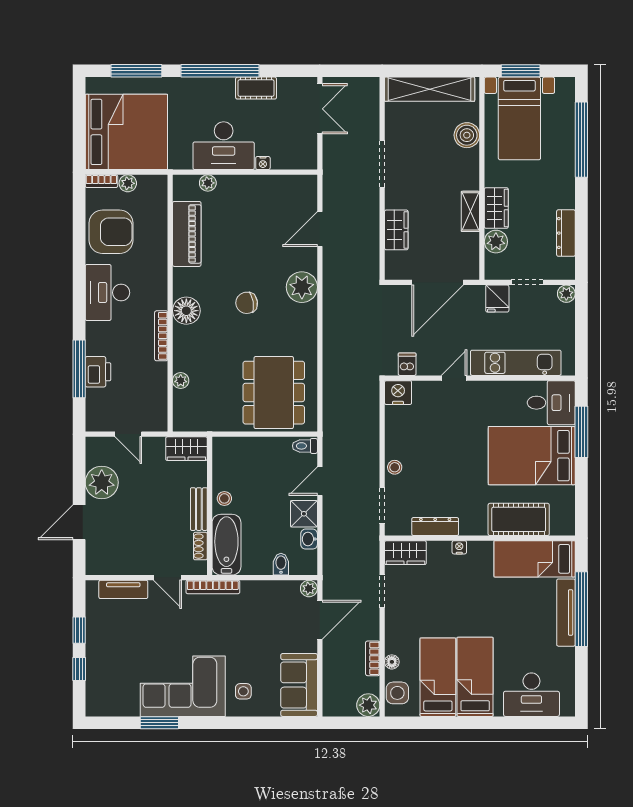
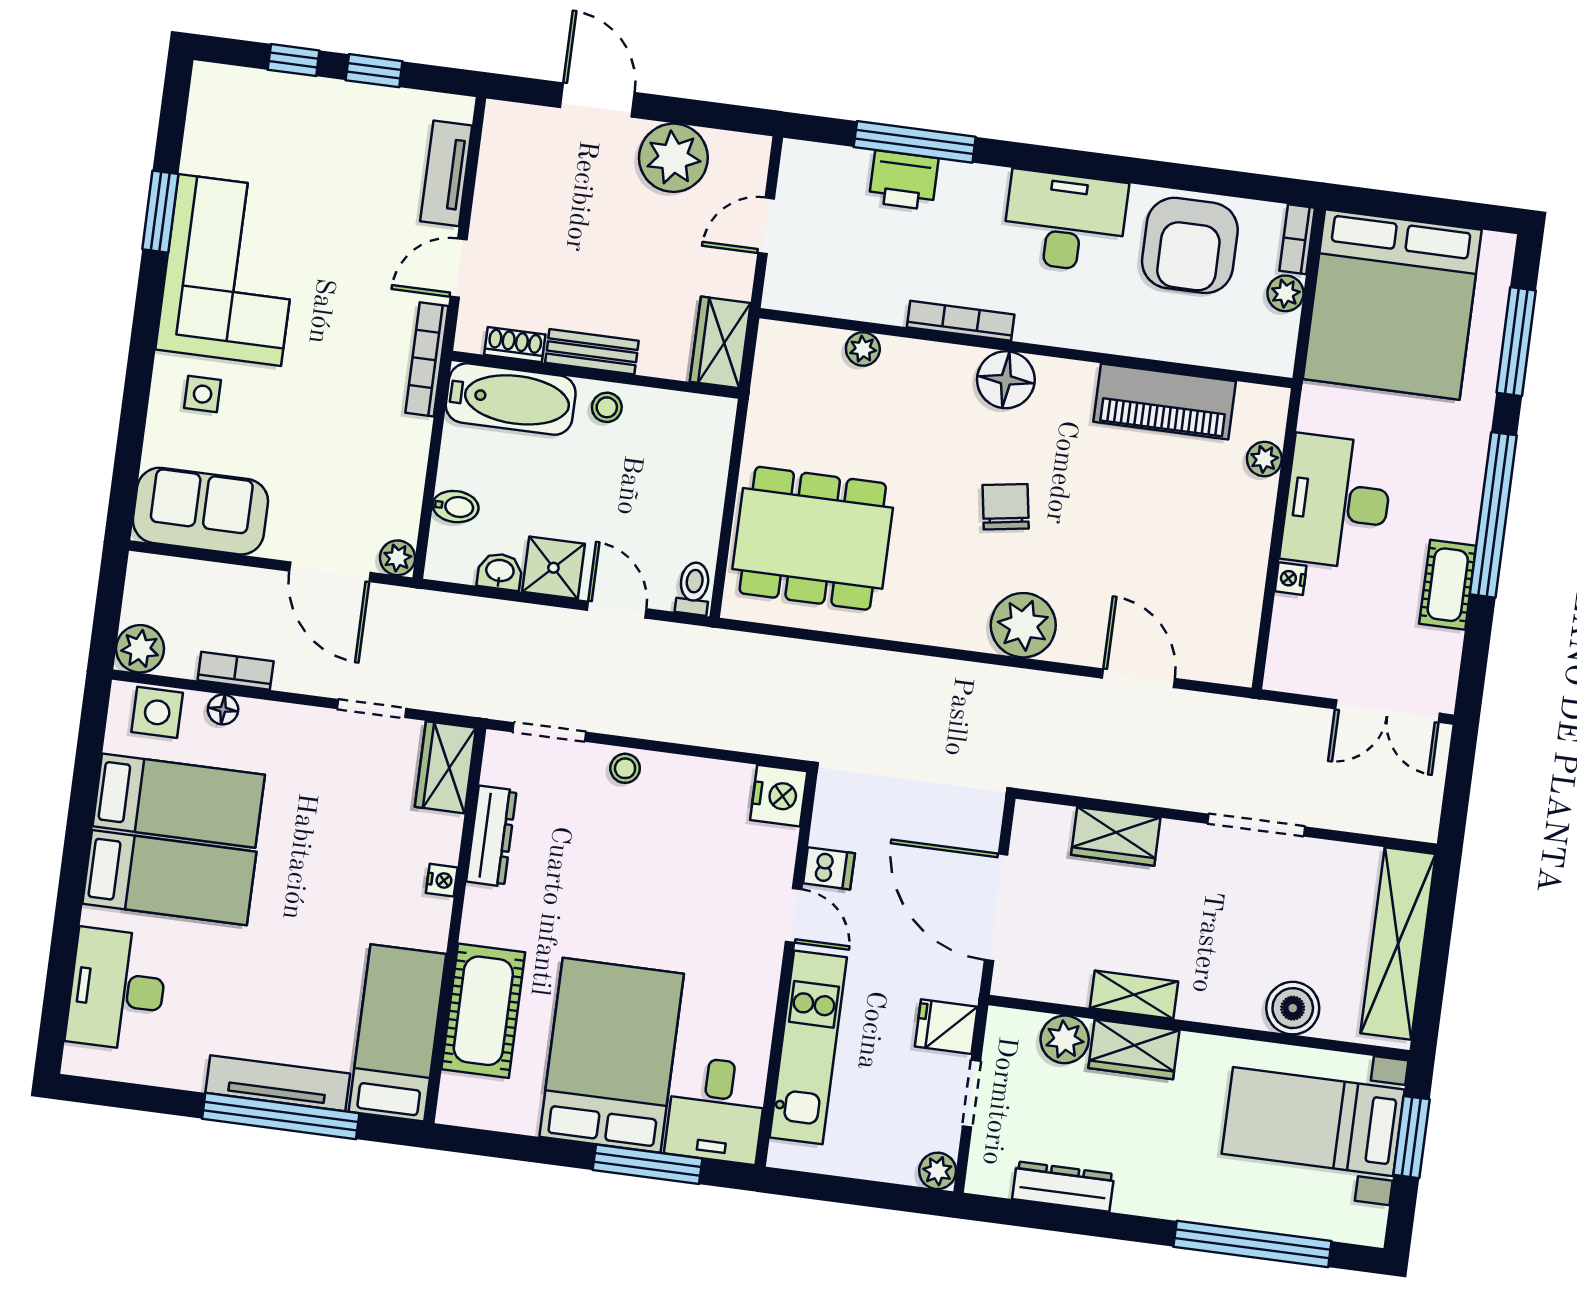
dishwasher: (407, 364) -> (829, 868), moved

